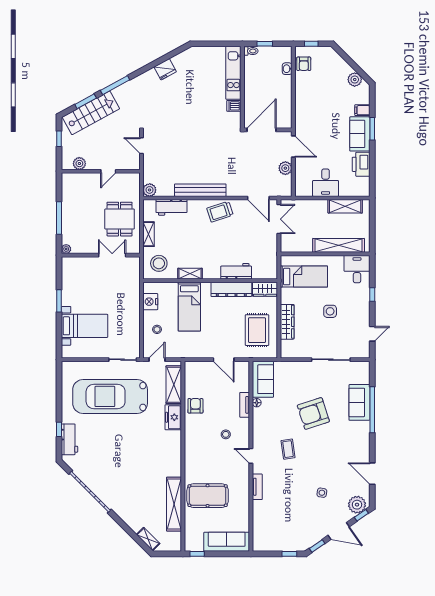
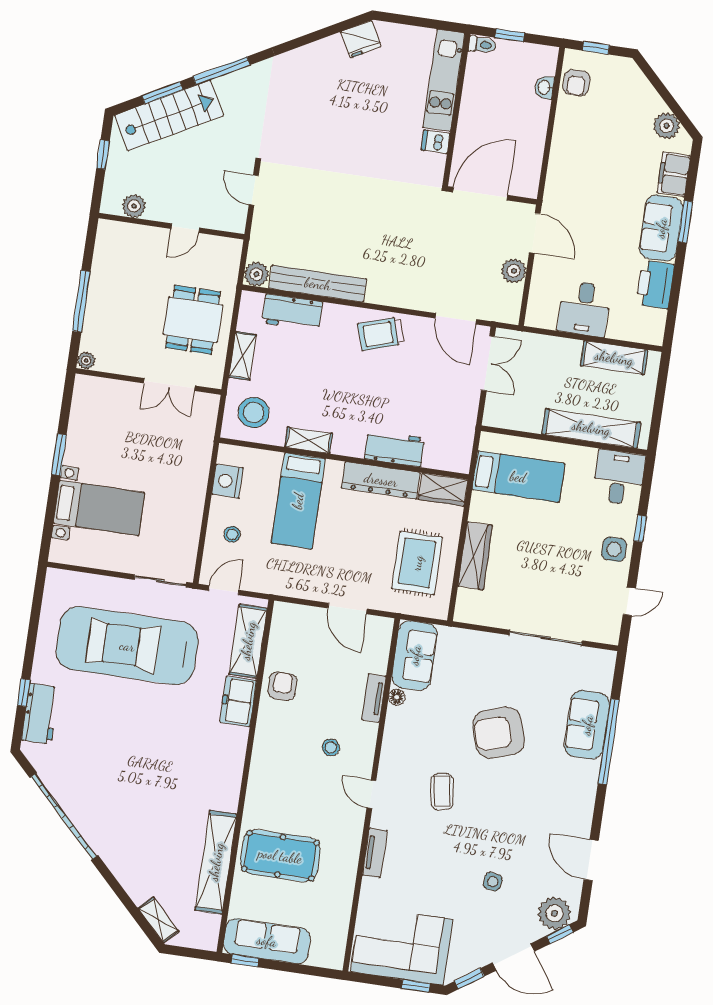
fridge: (165, 69) -> (361, 39), moved
filing cabinet: (362, 110) -> (674, 174), width x2.00
bench: (200, 190) -> (318, 284), moved
double door: (112, 255) -> (169, 385), swing flipped
side table: (330, 311) -> (614, 549), moved
corner sofa: (279, 534) -> (402, 946), added
sofa: (227, 542) -> (267, 941), moved

